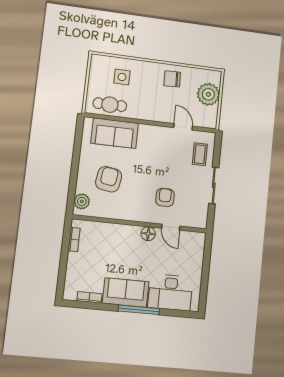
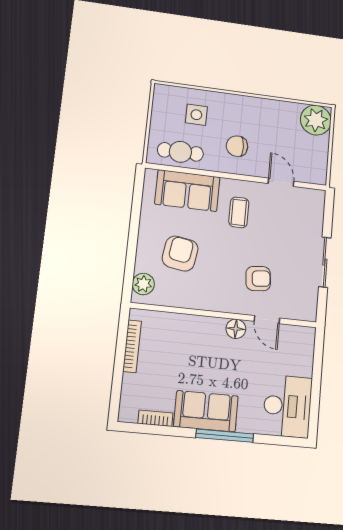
chair: (172, 79) -> (237, 146), moved
plant: (208, 94) -> (316, 120), moved
coffee table: (200, 154) -> (239, 212), moved
armchair: (165, 197) -> (258, 279), turned 85
bookcase: (74, 239) -> (132, 346), width x1.56
desk: (170, 292) -> (287, 406), moved, turned -90

